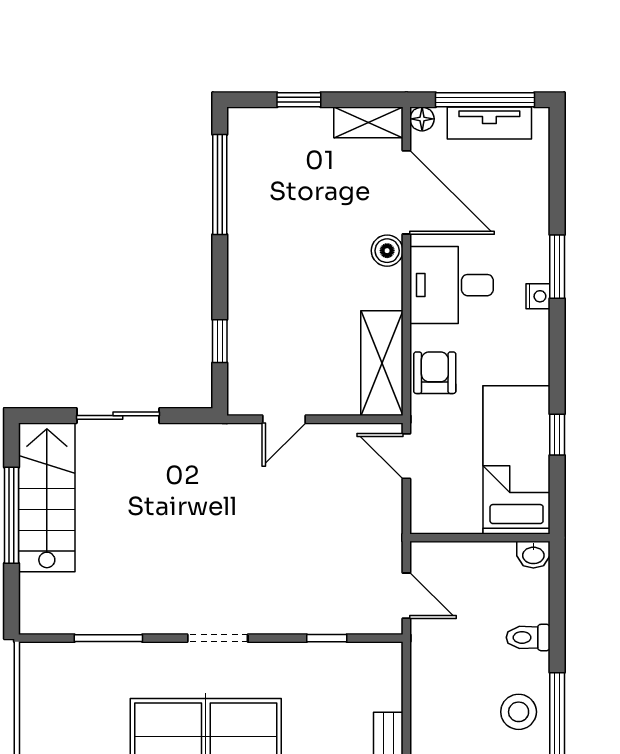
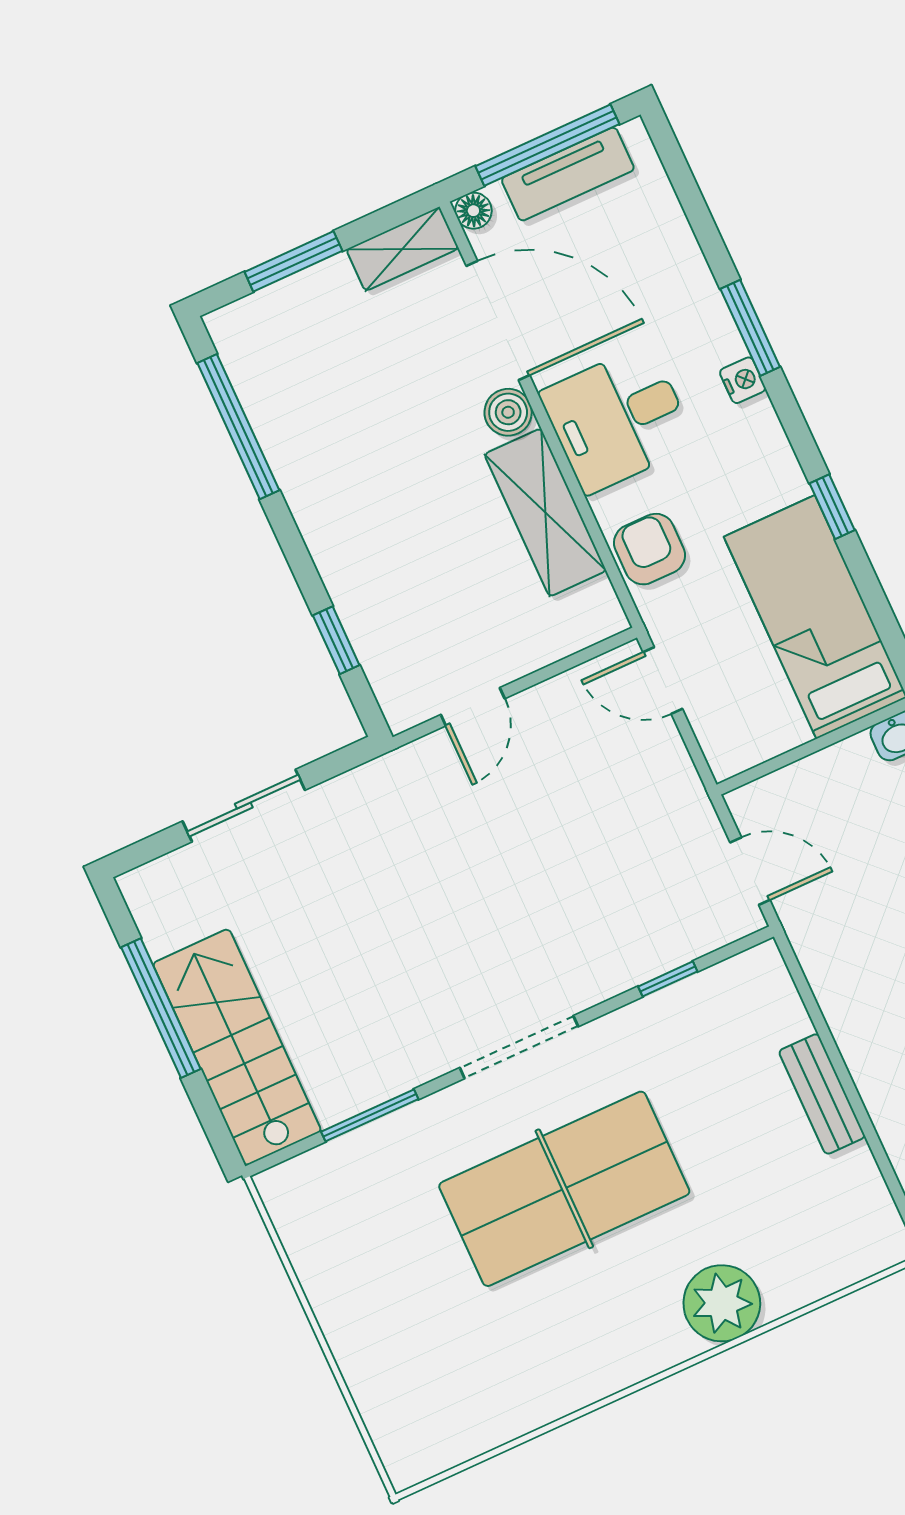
window: (299, 100) -> (293, 261), width x1.50
shelving: (382, 363) -> (545, 512), moved
window: (557, 435) -> (832, 507), moved
stairs: (47, 497) -> (237, 1047), moved
doorway: (218, 638) -> (519, 1047), width x1.38

